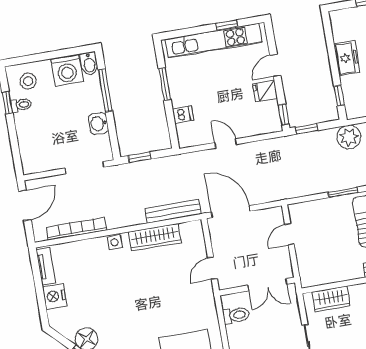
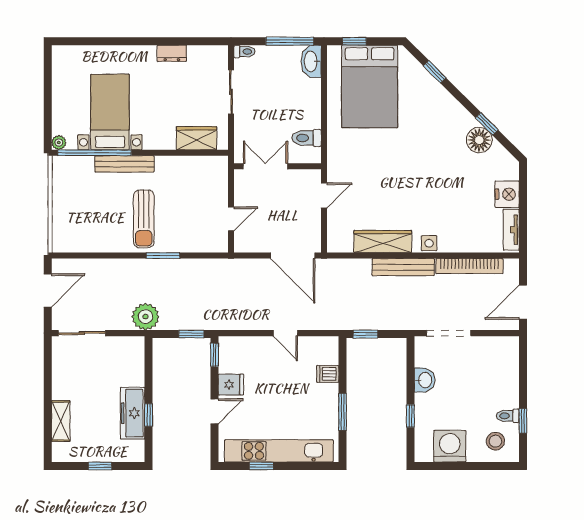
freezer: (347, 58) -> (133, 413), width x1.40
bidet: (89, 64) -> (423, 449), removed
window: (105, 90) -> (410, 416), width x0.46
window: (339, 95) -> (149, 415), moved
window: (140, 157) -> (366, 334), moved
bench: (173, 211) -> (403, 267), moved

